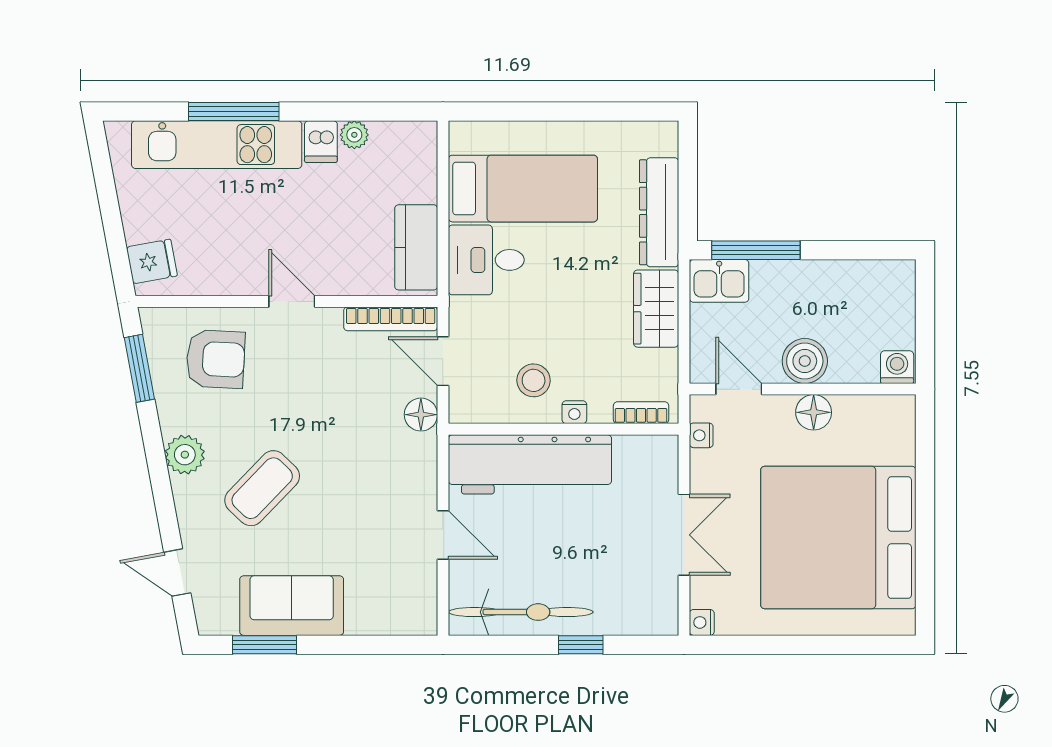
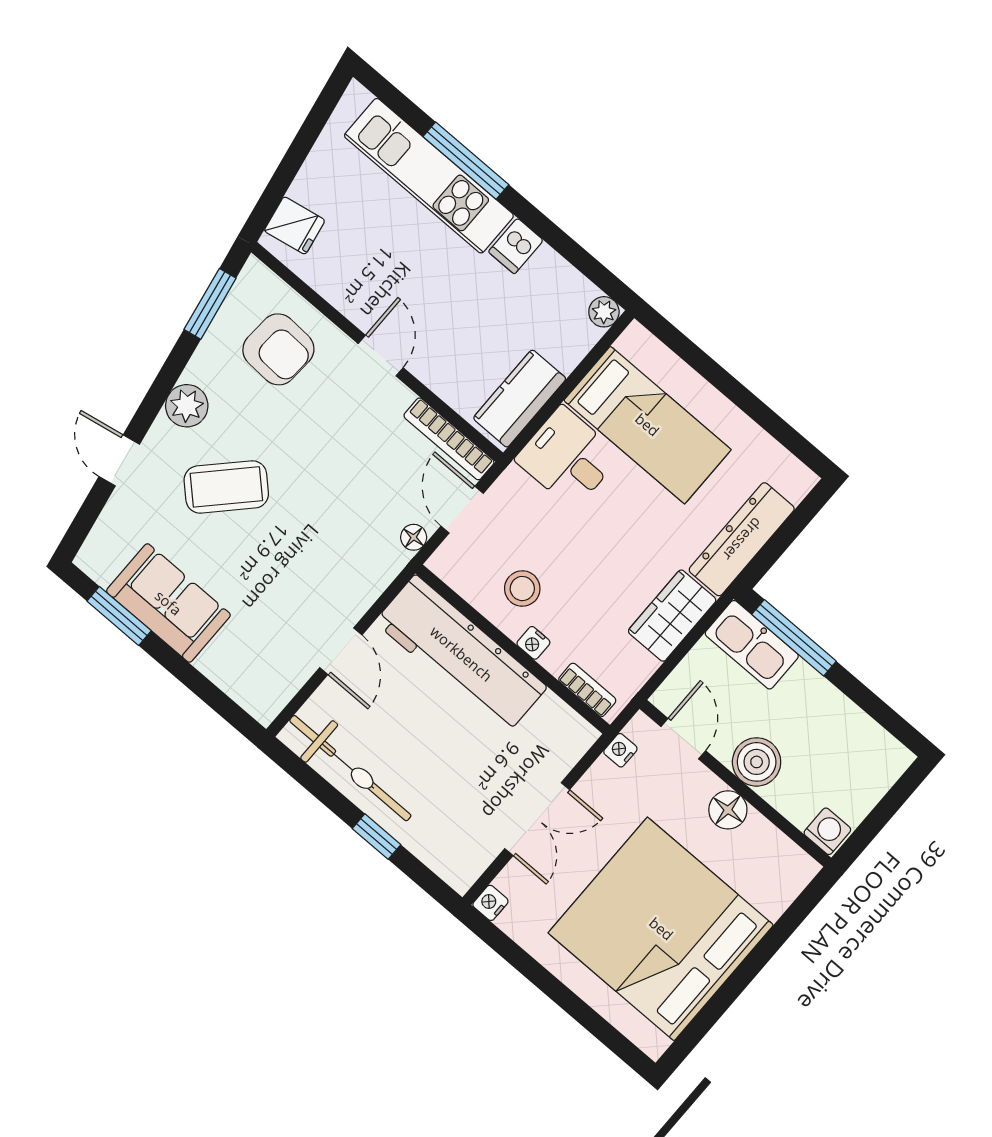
plant: (354, 135) -> (604, 312), moved
kitchen sink: (719, 281) -> (752, 645), width x1.38
floor lamp: (421, 415) -> (414, 537), width x0.73, depth x0.73
door: (177, 573) -> (119, 460), moved

